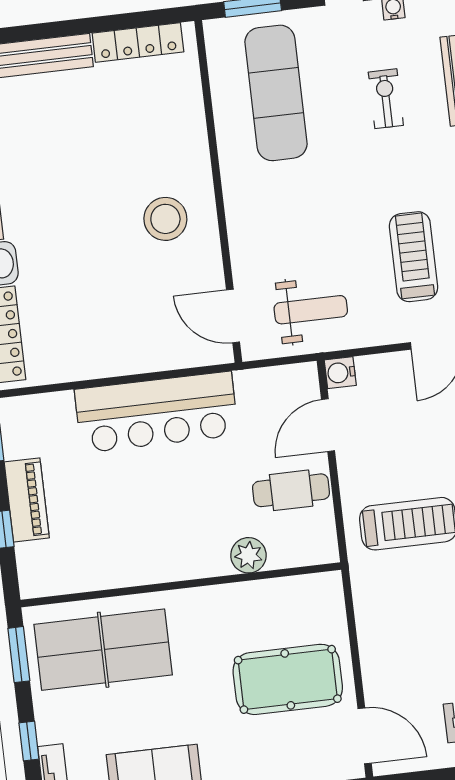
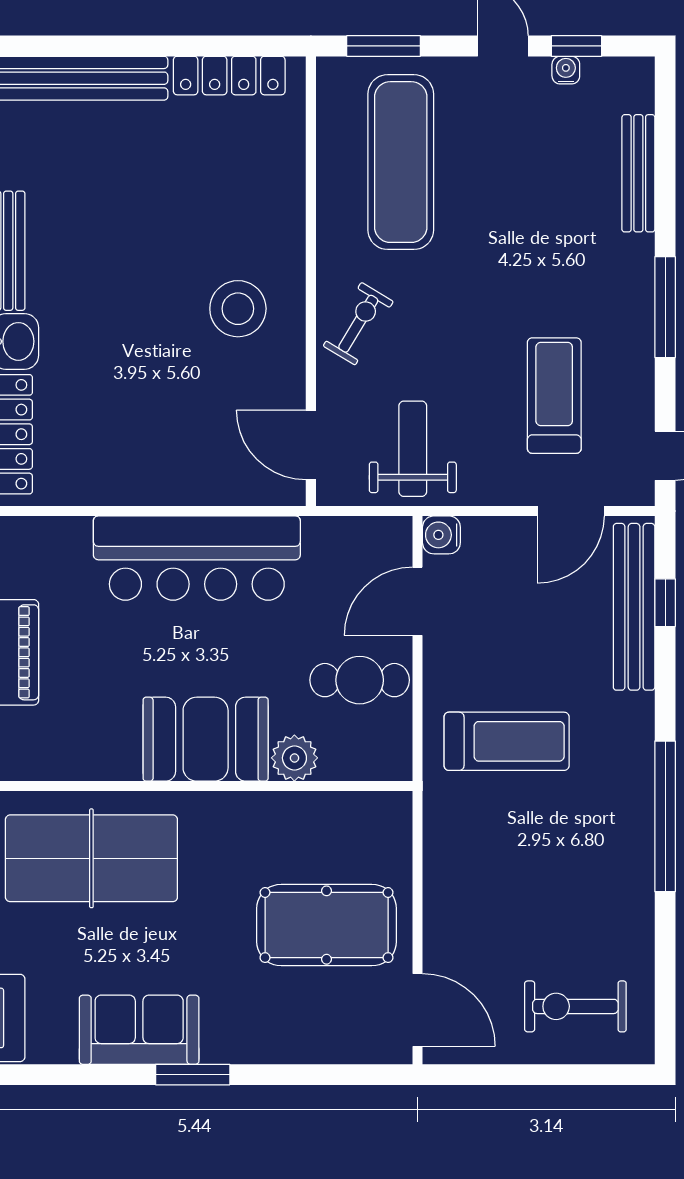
exercise bike: (386, 99) -> (358, 324), moved, turned 31
weight bench: (311, 310) -> (413, 449), turned -90
booth: (179, 549) -> (206, 739), added

